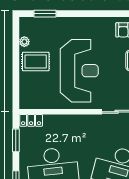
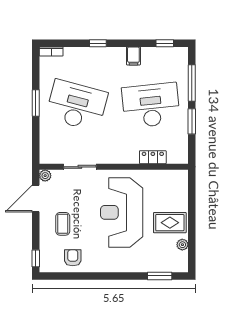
locker: (31, 120) -> (153, 157), moved
window: (16, 140) -> (192, 121), moved

